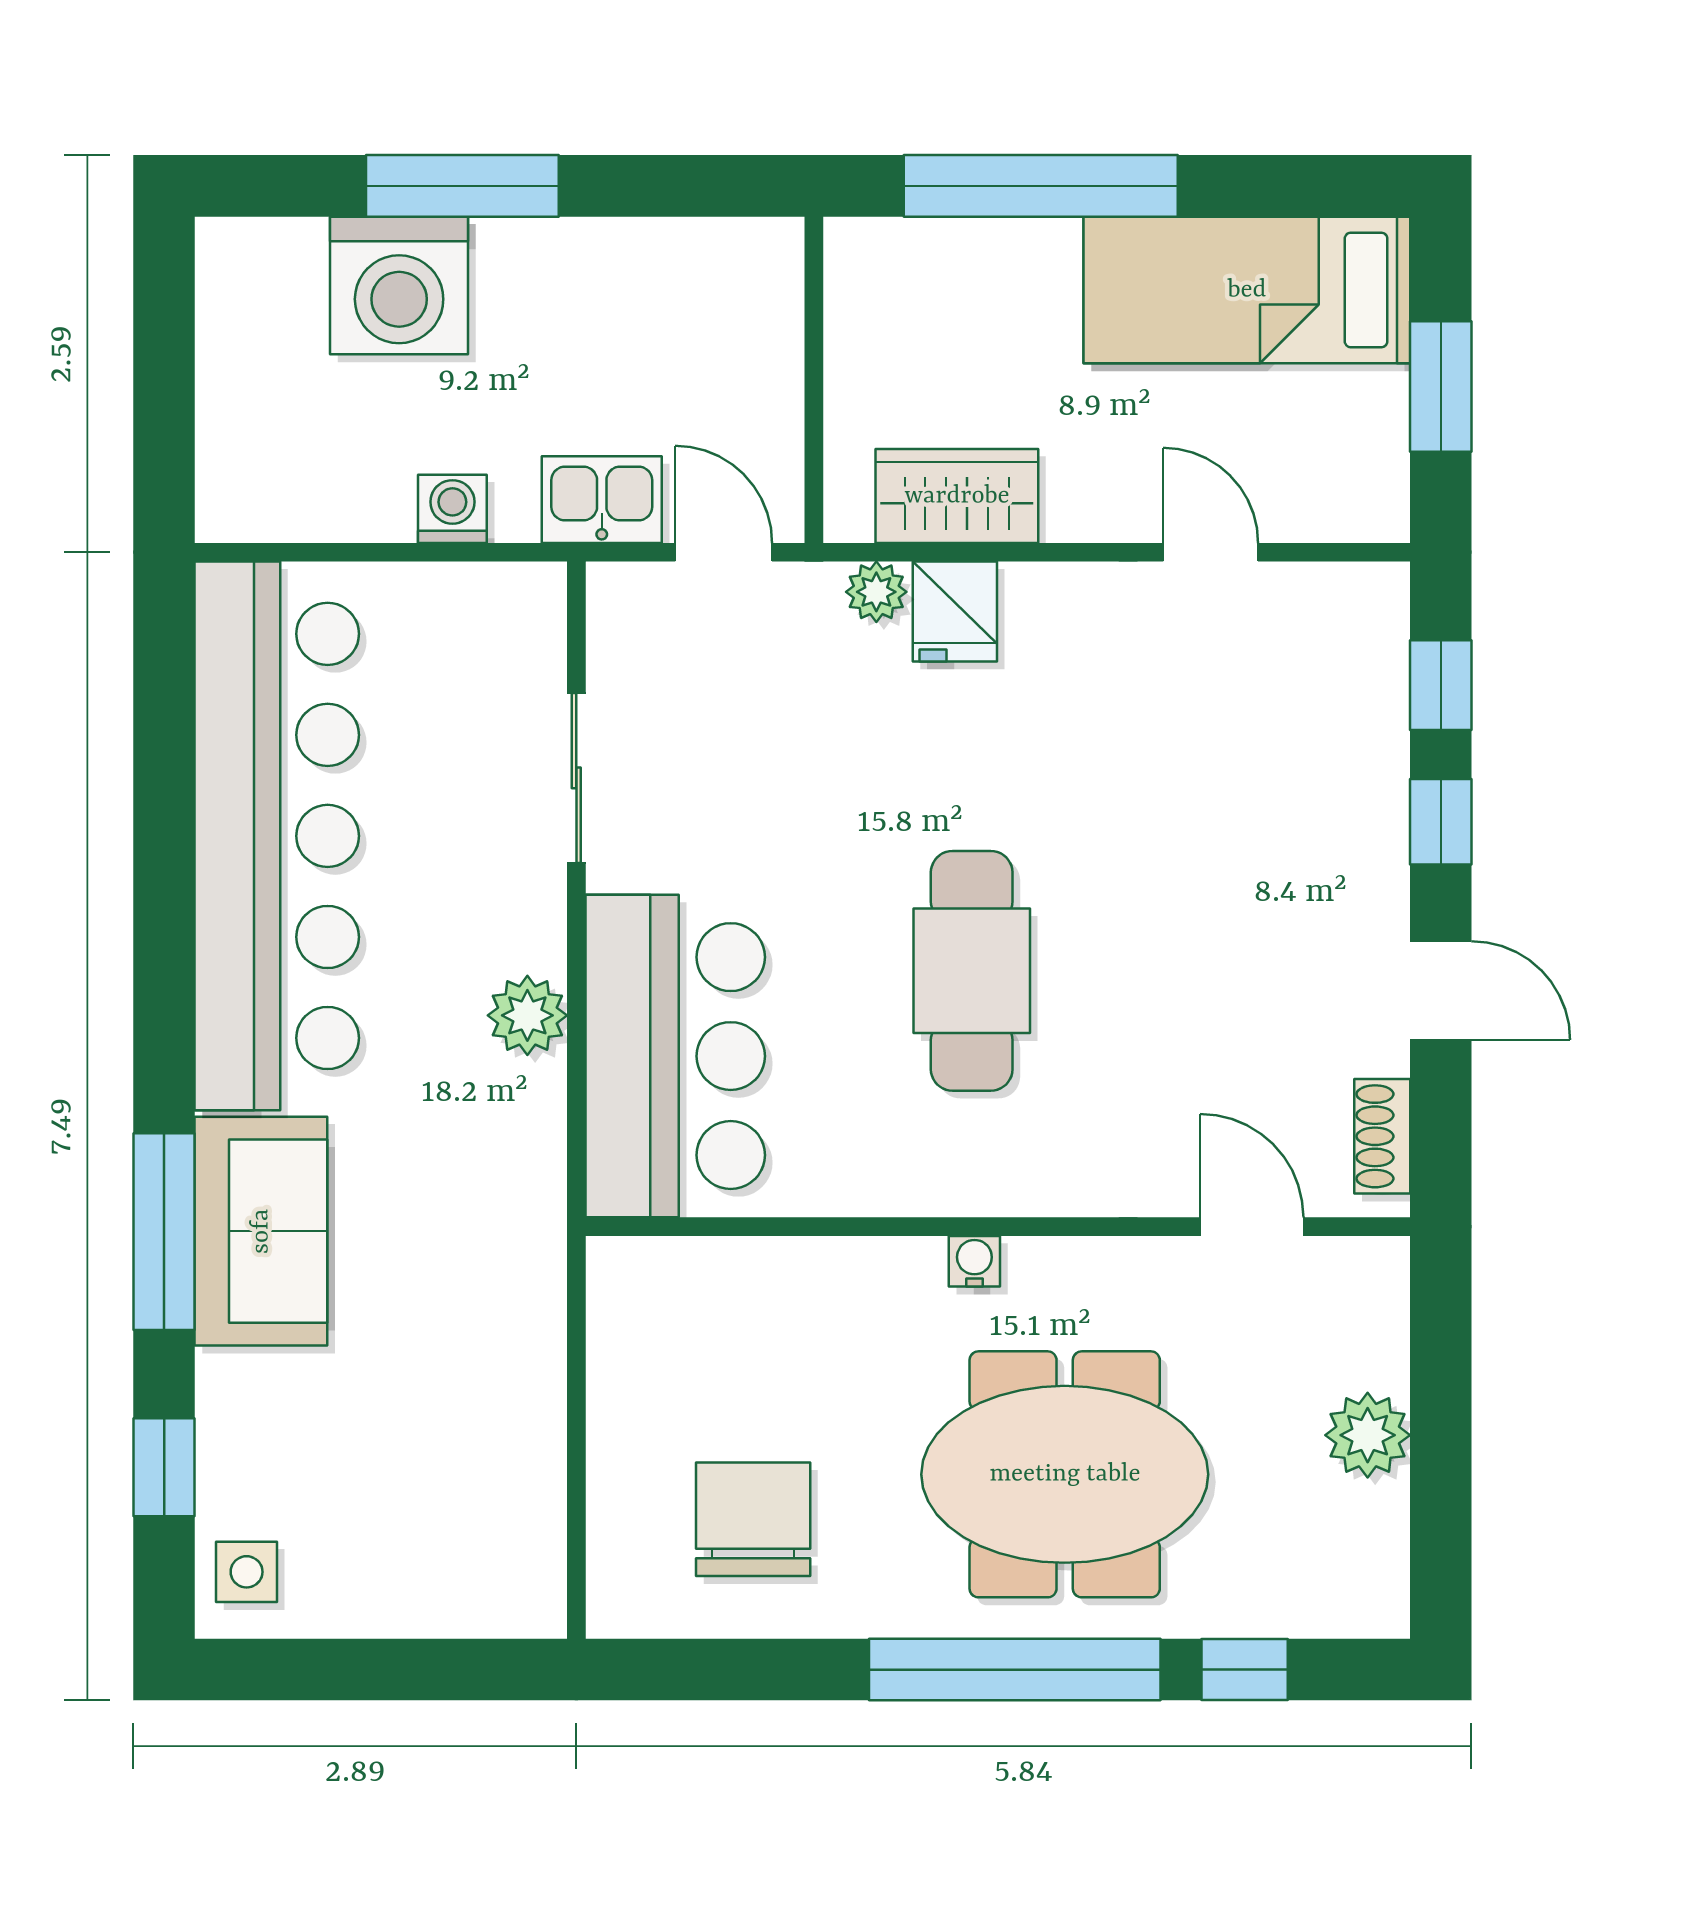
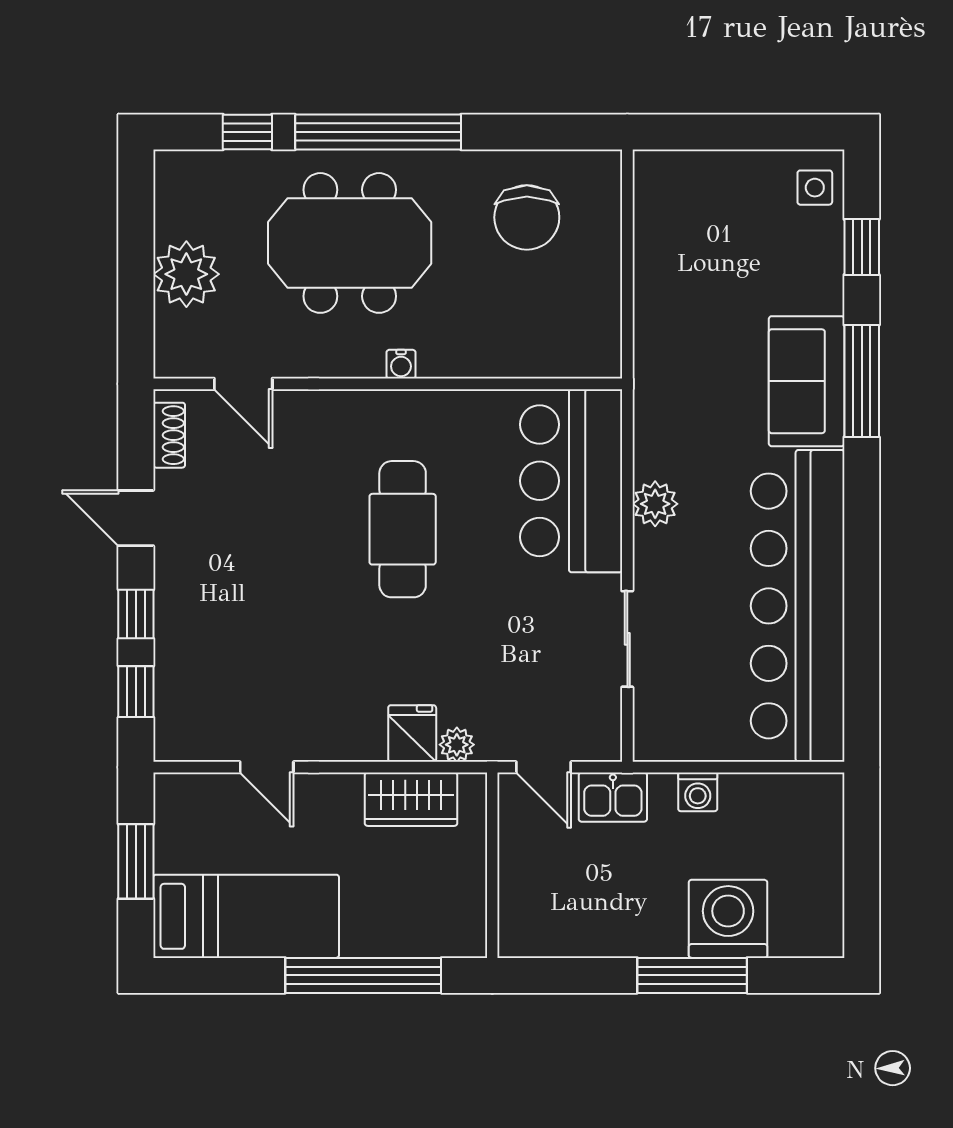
plant: (1368, 1435) -> (186, 274), width x1.36, depth x1.36

